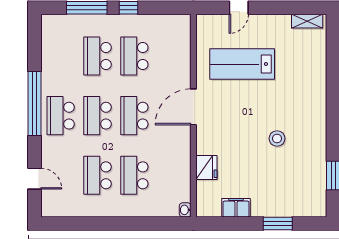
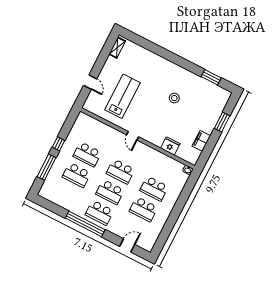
lab bench: (242, 64) -> (123, 96), turned 180
door: (193, 107) -> (133, 136), width x0.53

